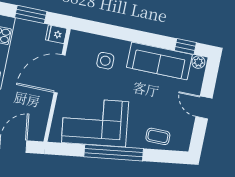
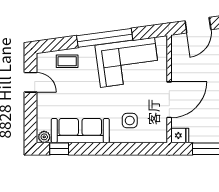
door: (204, 107) -> (31, 82), moved

